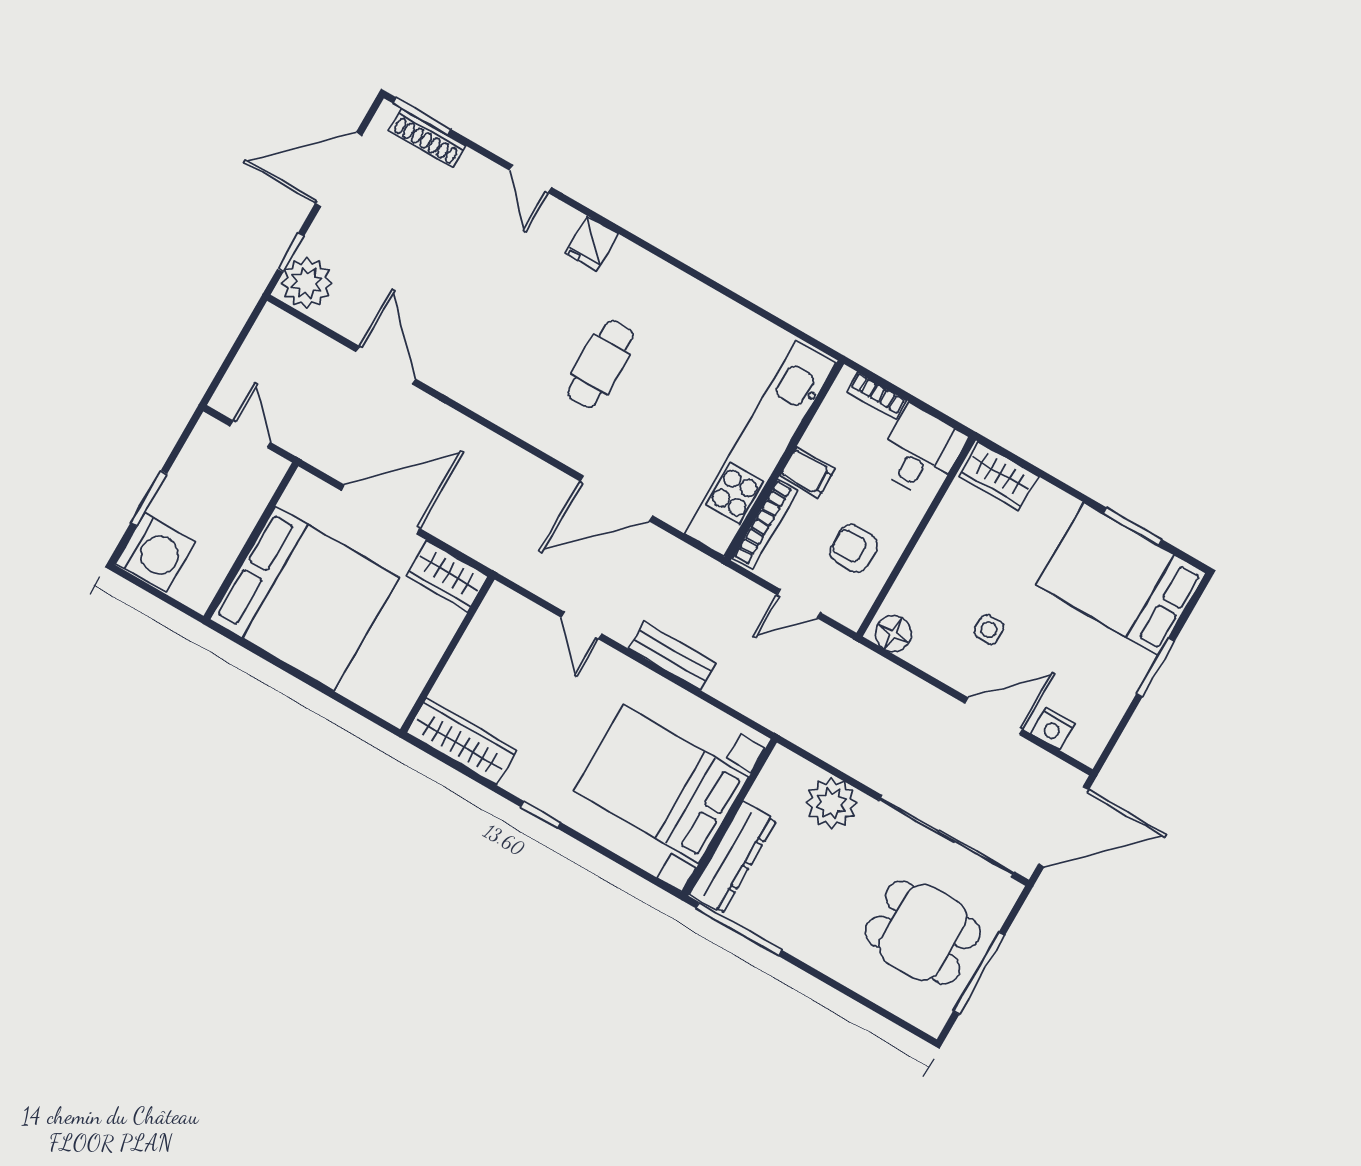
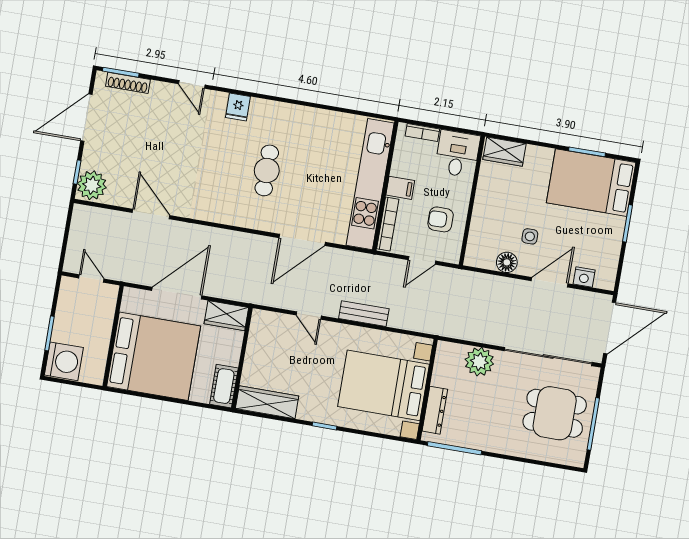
floor lamp: (893, 634) -> (507, 262), moved
cot: (401, 689) -> (224, 386), added
dresser: (733, 857) -> (435, 410), width x0.73, depth x0.80

